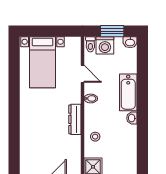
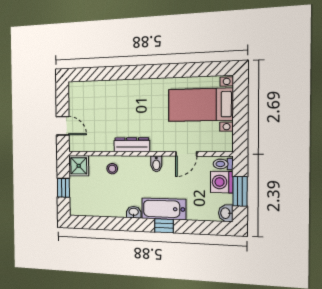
window: (142, 92) -> (164, 226), added

